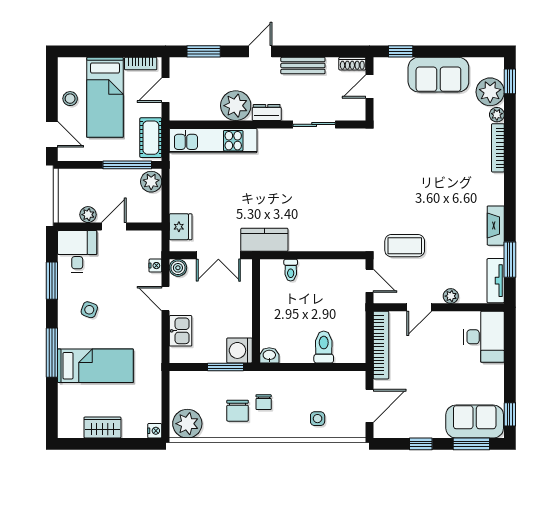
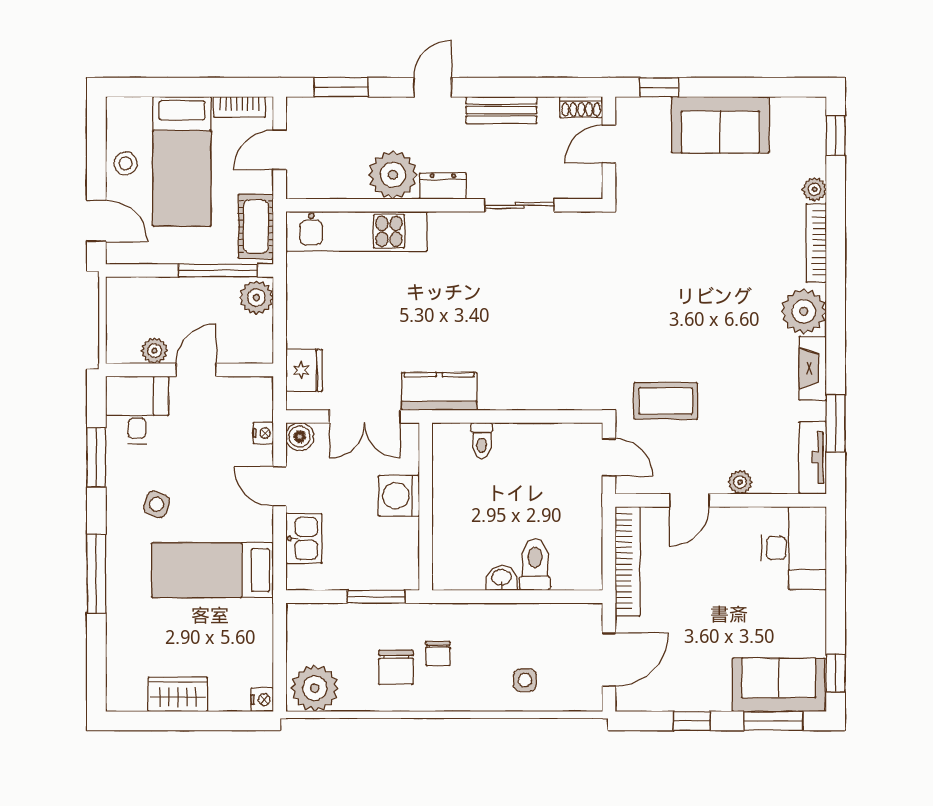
plant: (490, 92) -> (804, 311), moved
washing machine: (239, 350) -> (399, 496), moved
washbasin: (269, 355) -> (501, 578), moved
bed: (95, 366) -> (213, 570), moved, turned 180

